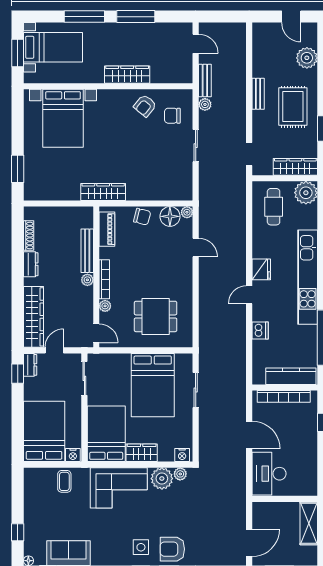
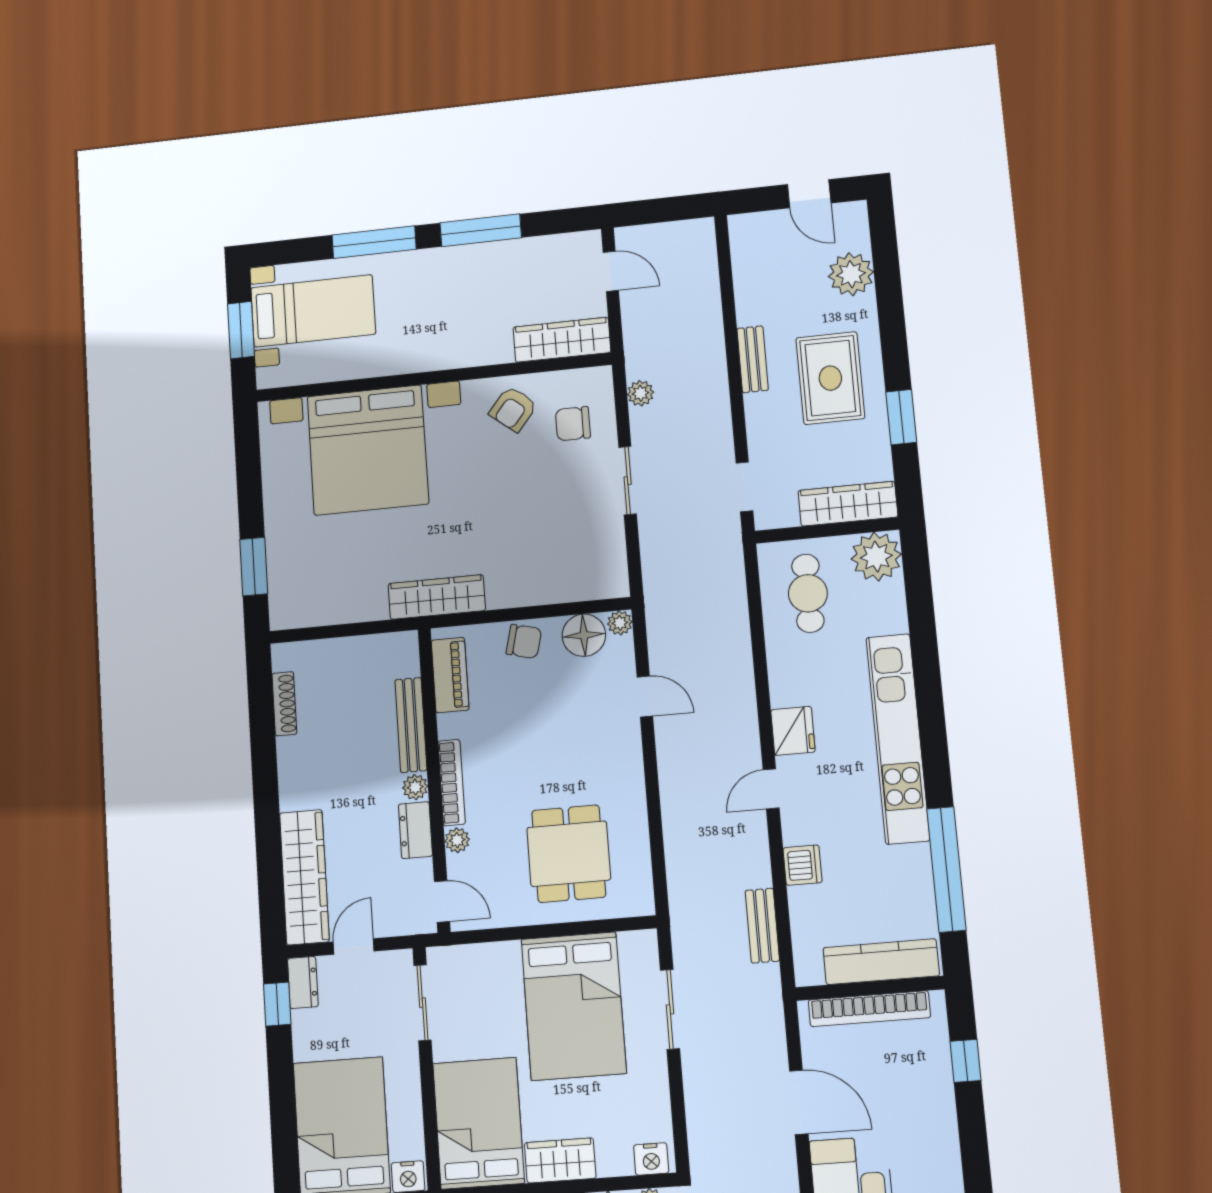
wardrobe: (127, 75) -> (562, 340), moved
bench: (205, 81) -> (762, 926), moved
bed with nightstands: (63, 118) -> (368, 450), width x1.36
dresser: (31, 264) -> (415, 830), moved, turned 180
dining table: (156, 316) -> (569, 854), turned 90

